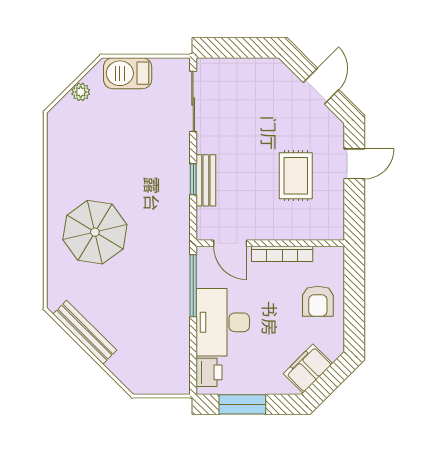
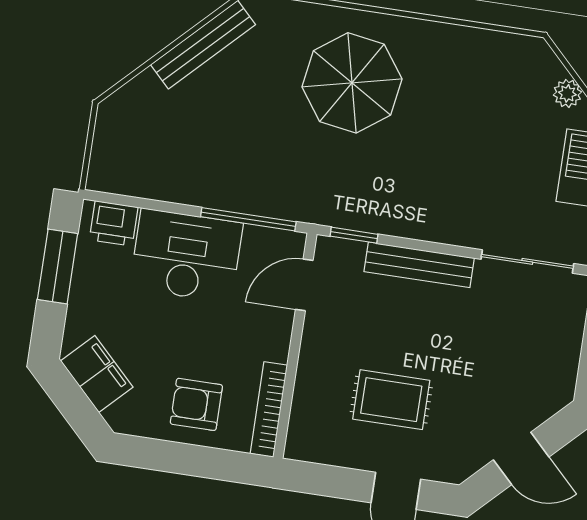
window: (193, 179) -> (354, 235), moved
bench: (206, 180) -> (419, 265), width x1.36
bookcase: (282, 254) -> (269, 409), moved

